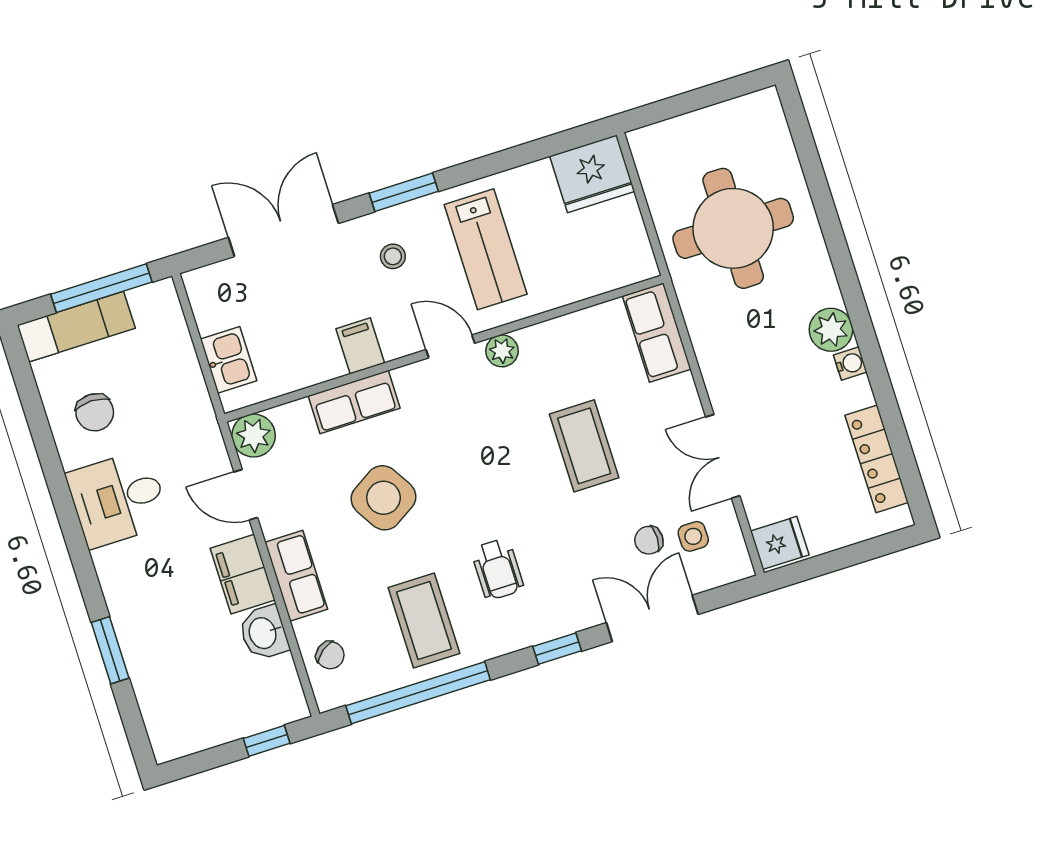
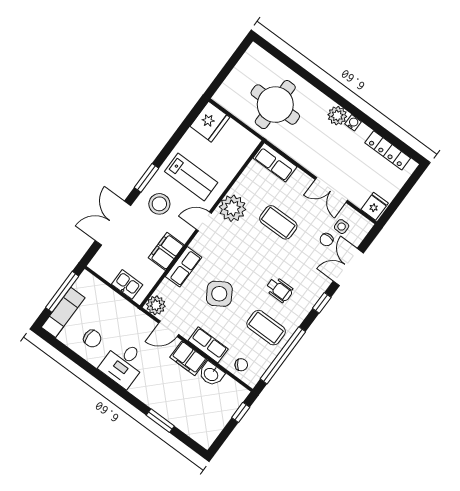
stool: (393, 256) -> (159, 204), width x1.89, depth x1.89
filing cabinet: (360, 346) -> (166, 251), width x2.00
plant: (502, 351) -> (232, 208), width x1.88, depth x1.88

